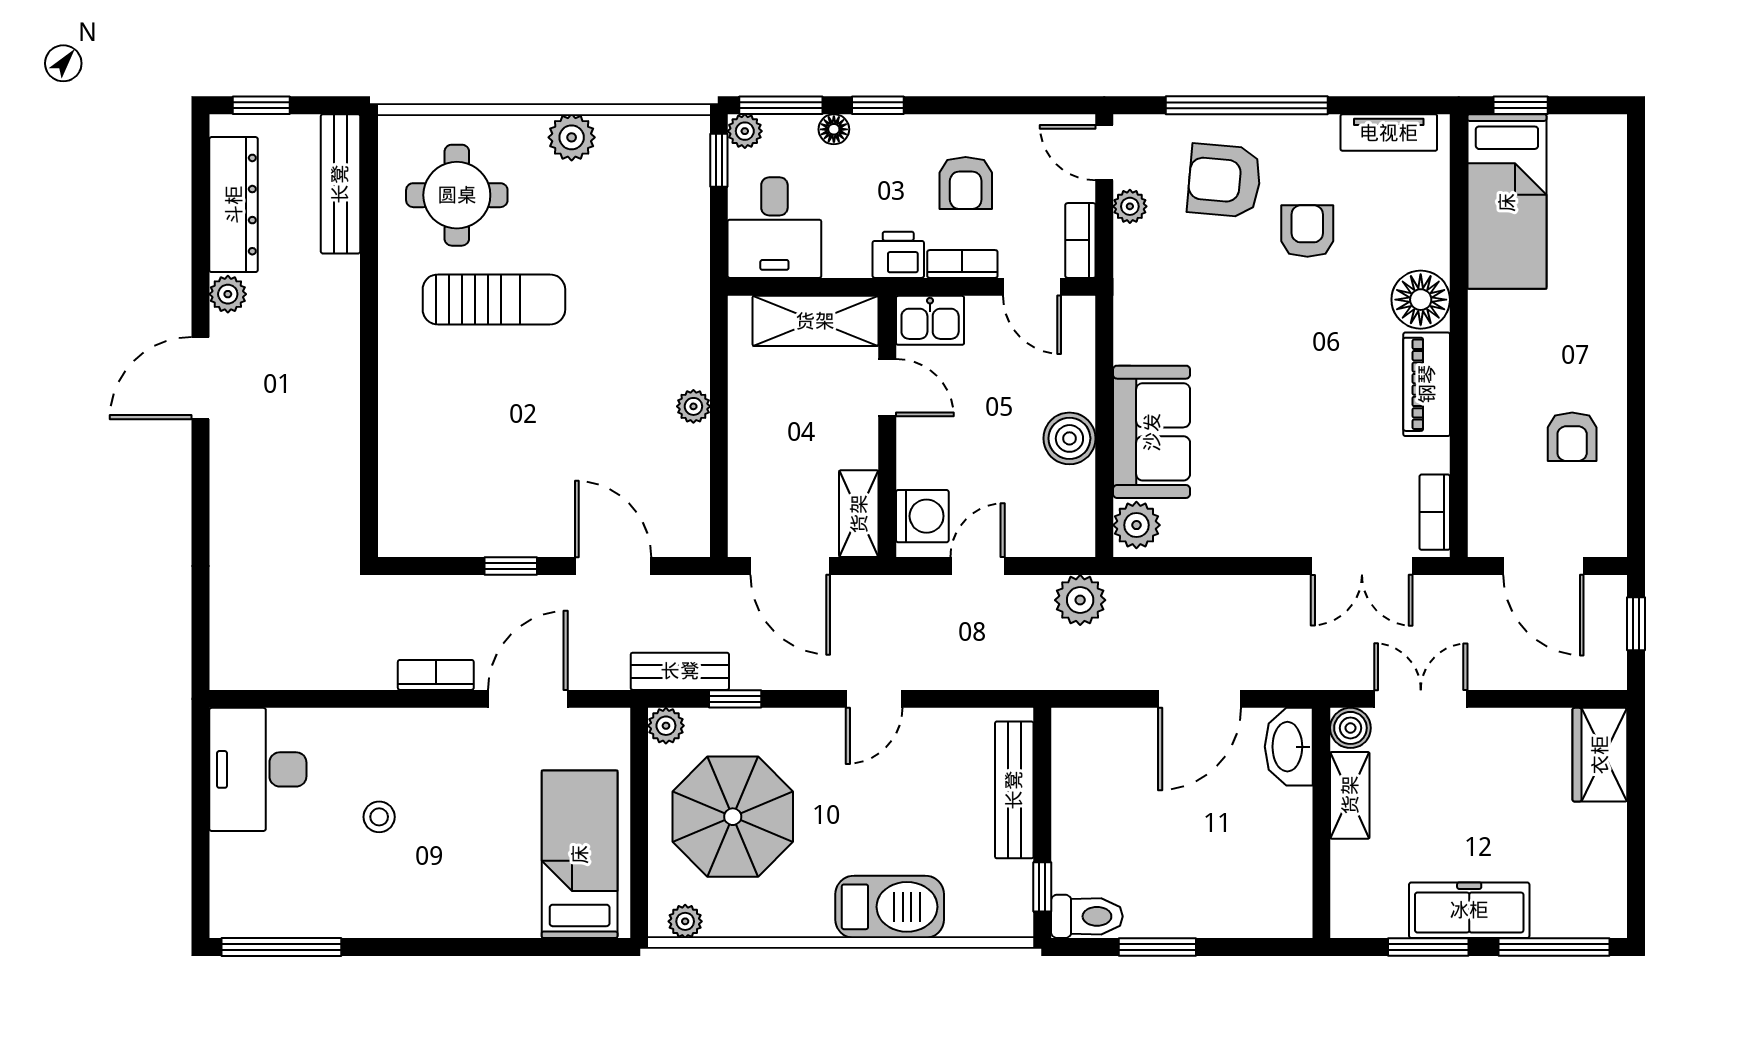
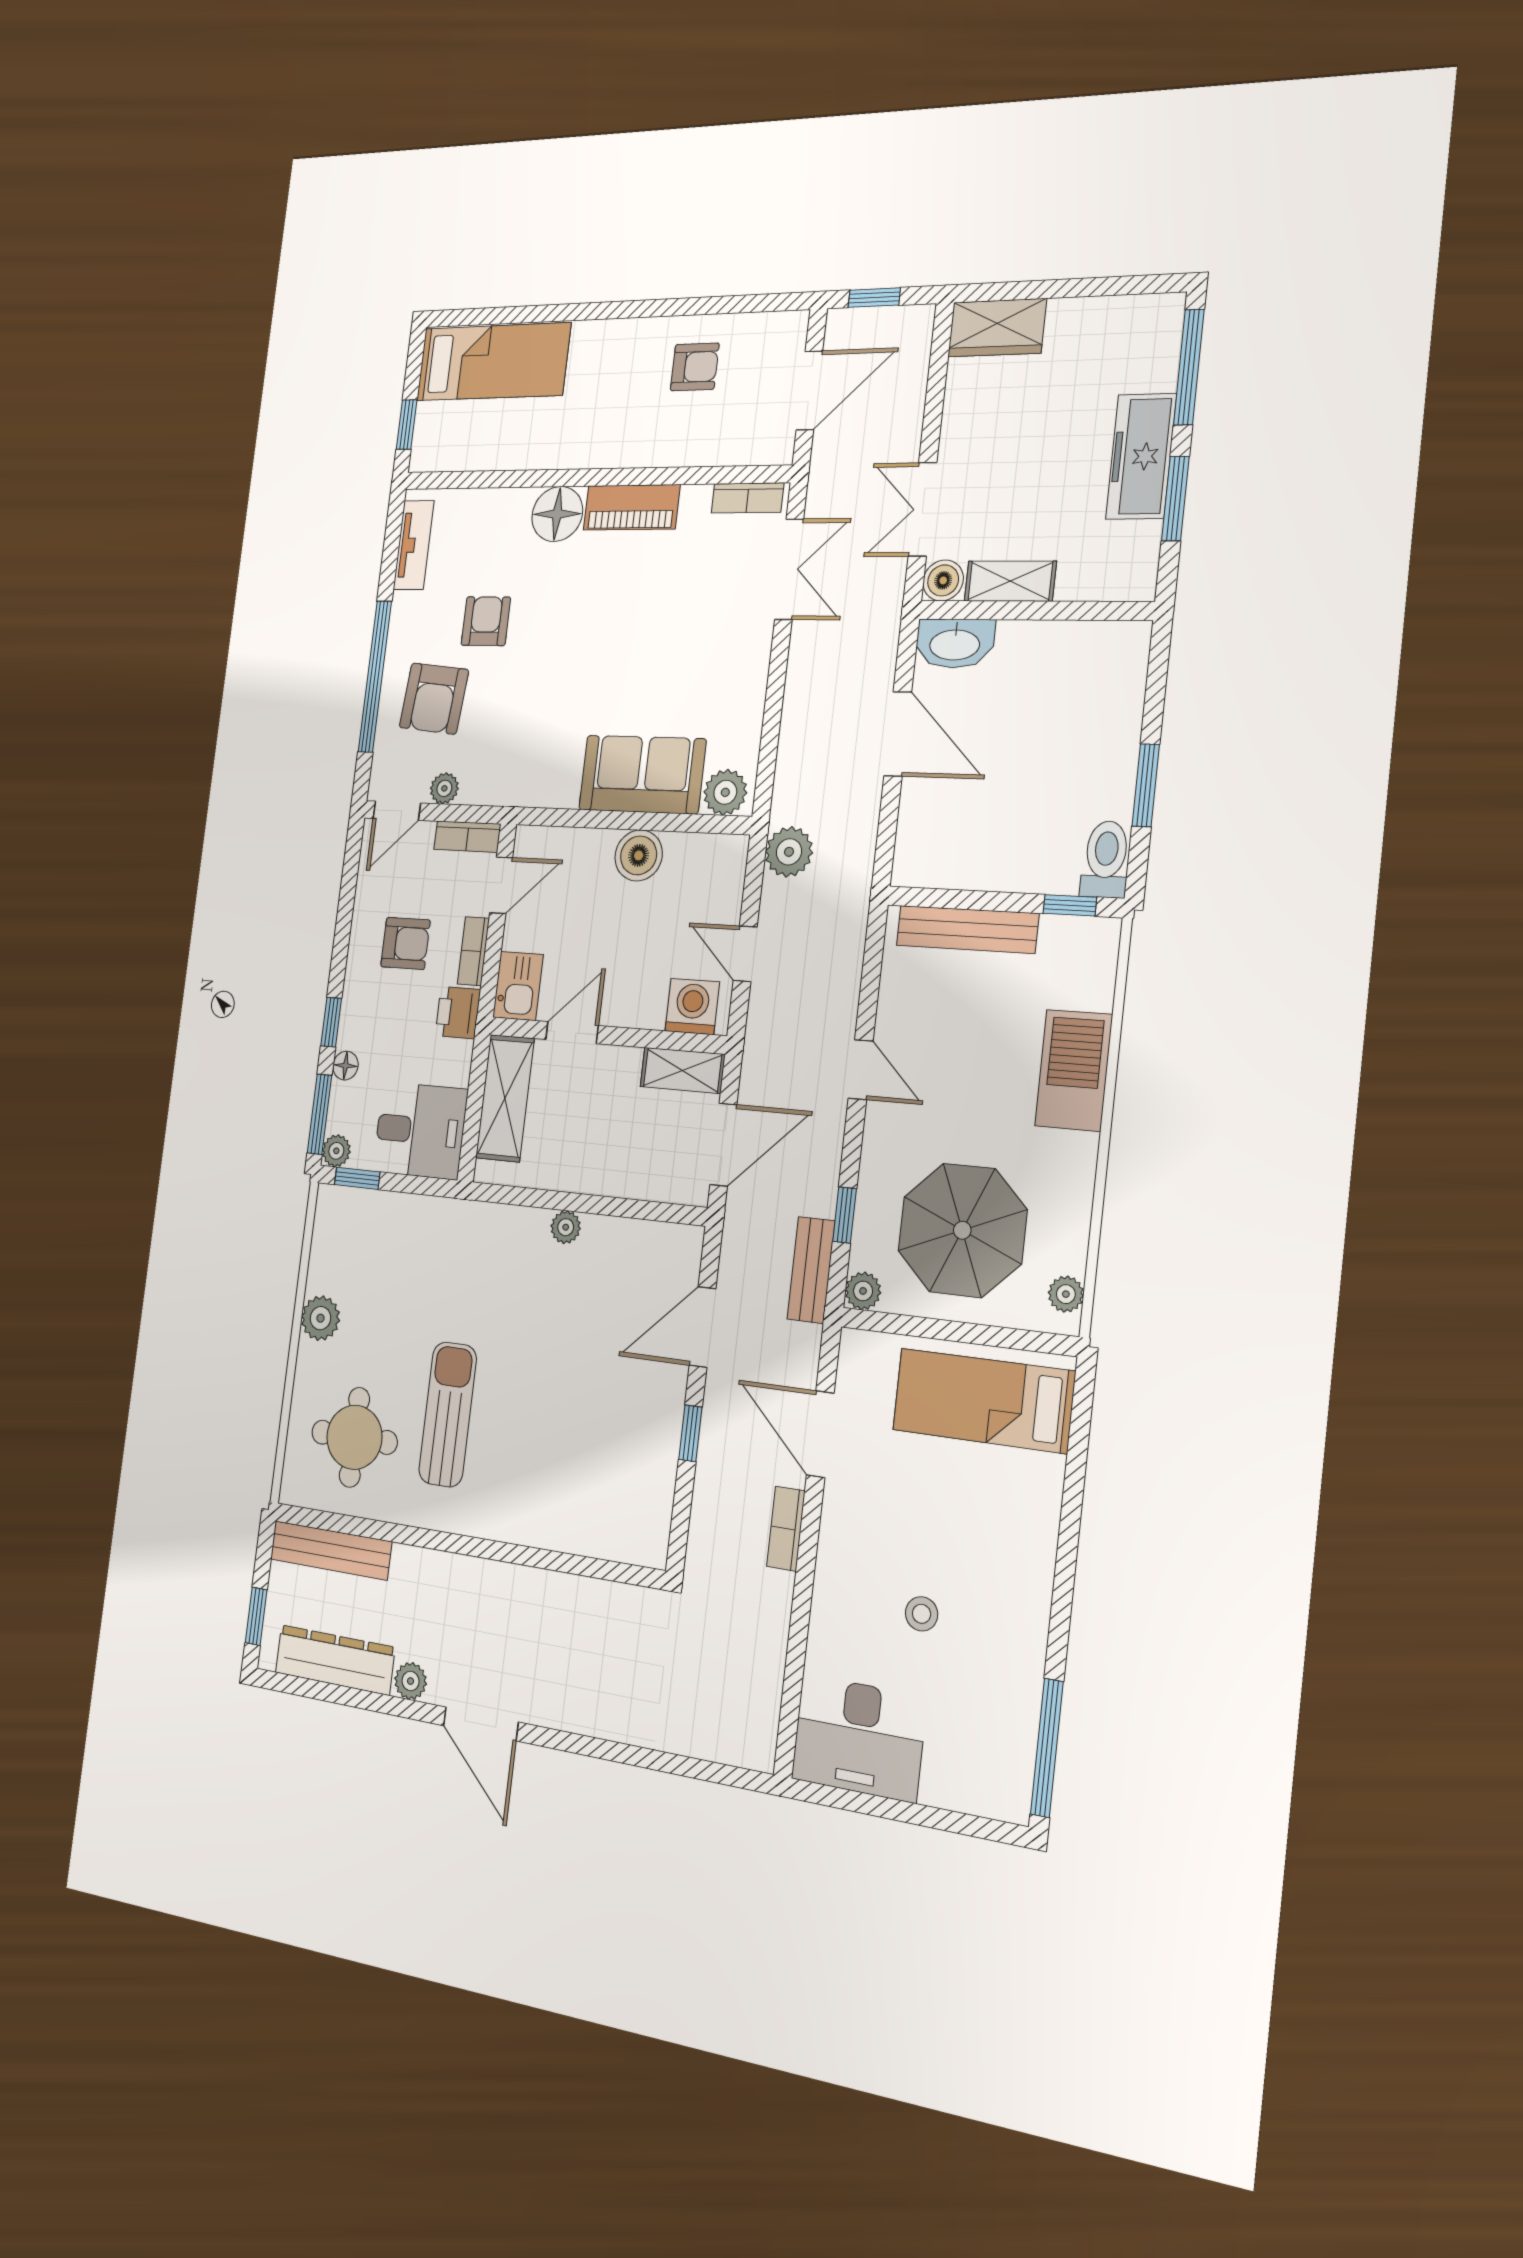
bed: (1507, 202) -> (493, 362), moved
armchair: (1307, 231) -> (486, 621), turned 90

